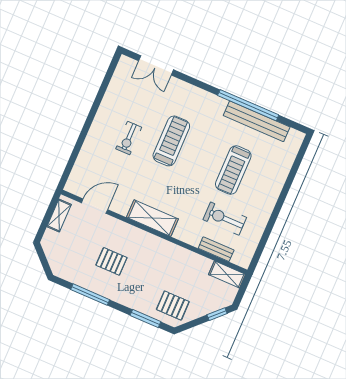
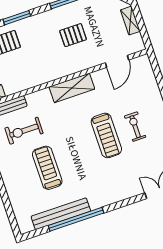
treadmill: (171, 141) -> (106, 135), moved
shelving: (59, 215) -> (130, 21), moved
exercise bike: (225, 219) -> (24, 131), turned 180

